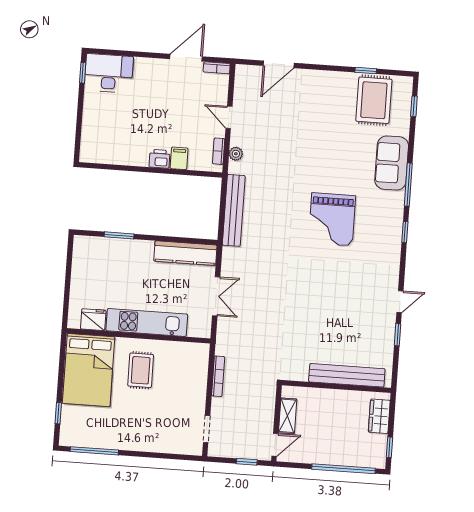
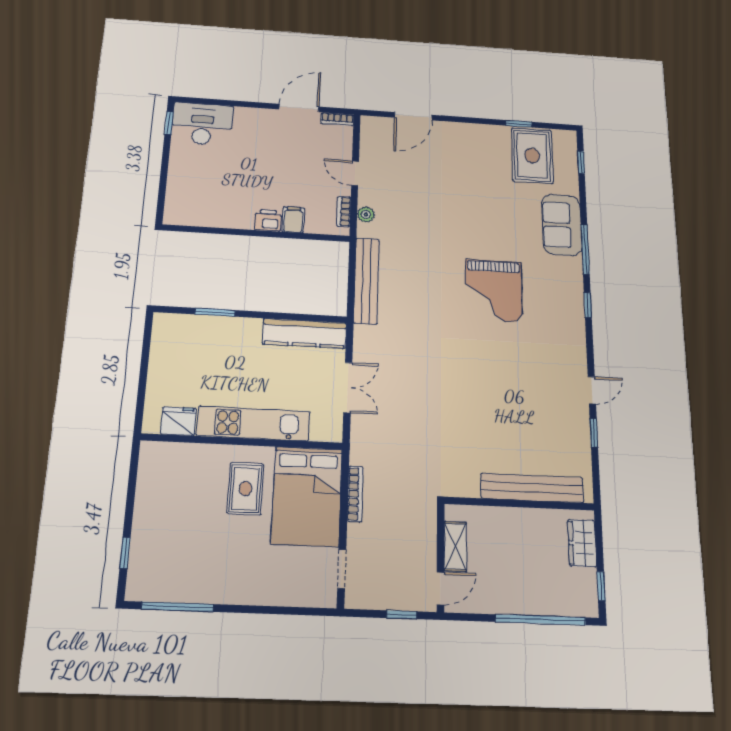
bed: (89, 370) -> (307, 496), moved

